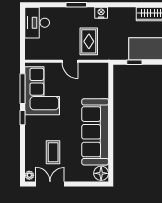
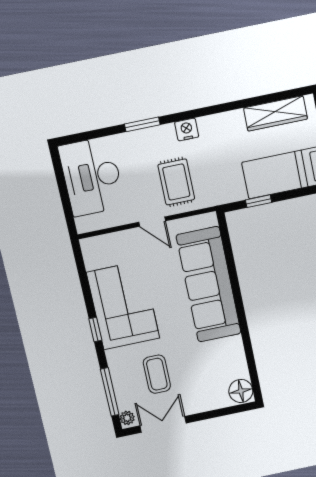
desk: (37, 23) -> (92, 177), width x1.36, depth x1.30
window: (23, 89) -> (110, 392), moved
corner sofa: (42, 91) -> (123, 305), moved
sofa: (95, 132) -> (209, 285), moved

